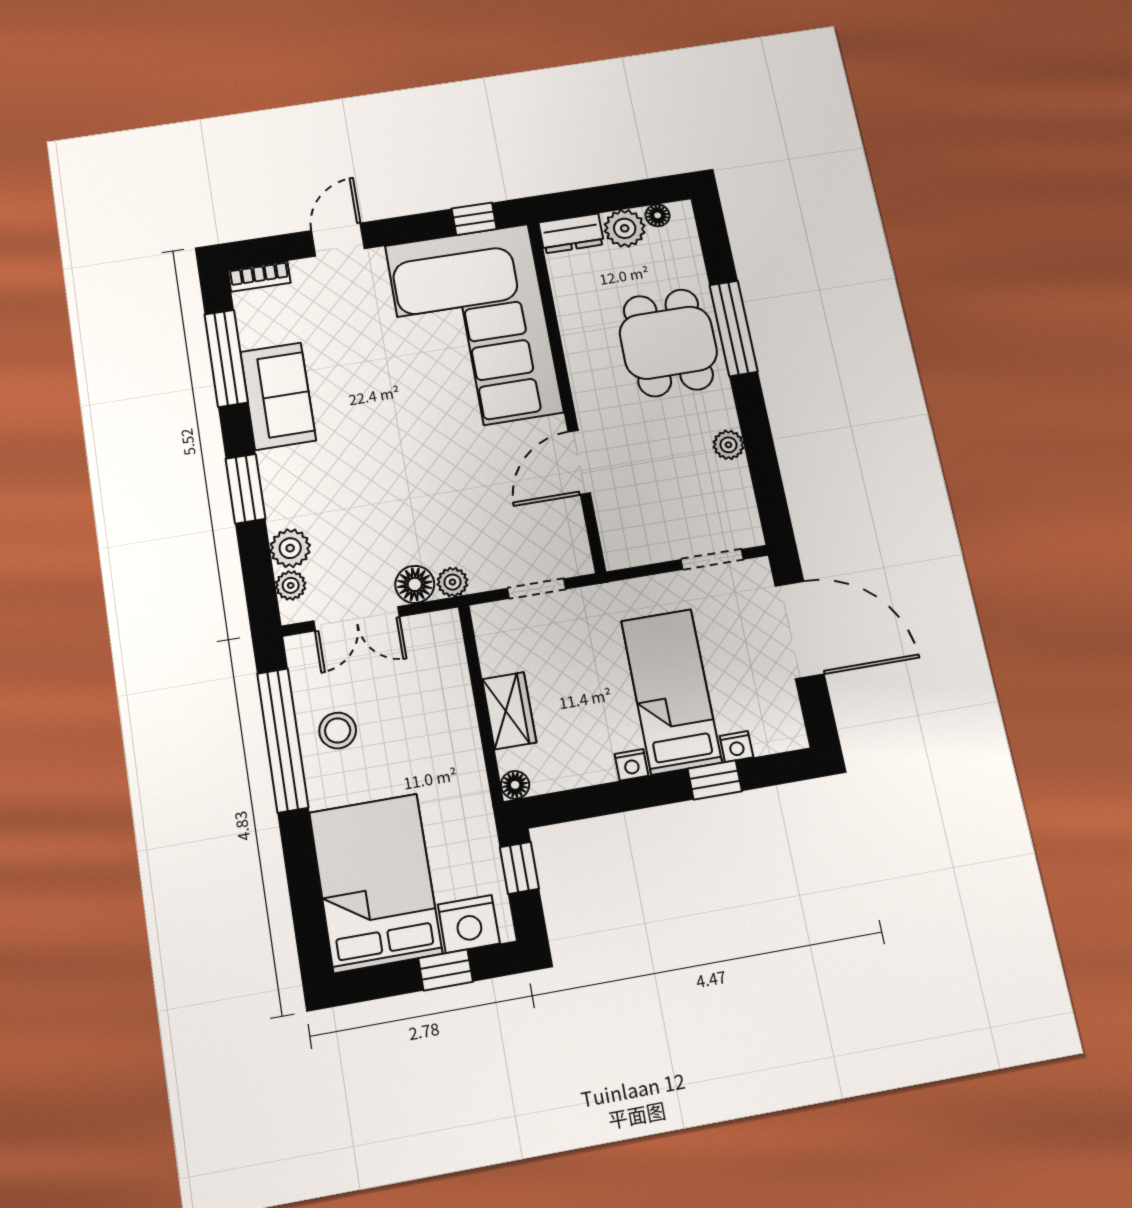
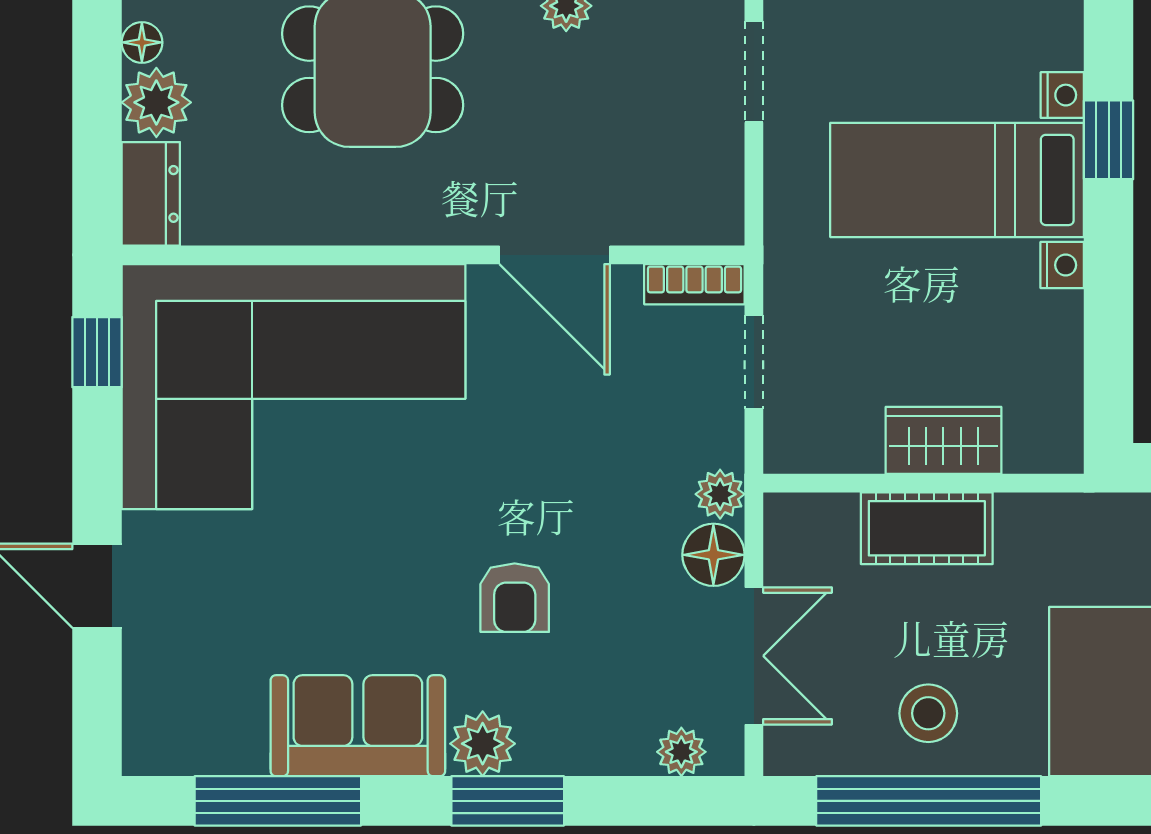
bookcase: (259, 276) -> (694, 284), moved, turned 90
armchair: (369, 473) -> (515, 598), added
plant: (290, 548) -> (483, 744), moved
cot: (453, 710) -> (927, 528), added
floor lamp: (515, 785) -> (1062, 452), removed

